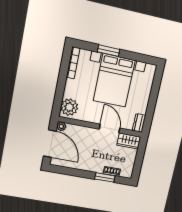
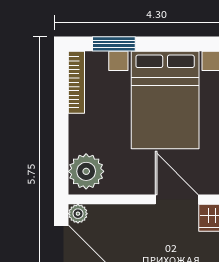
window: (108, 51) -> (114, 44), moved

